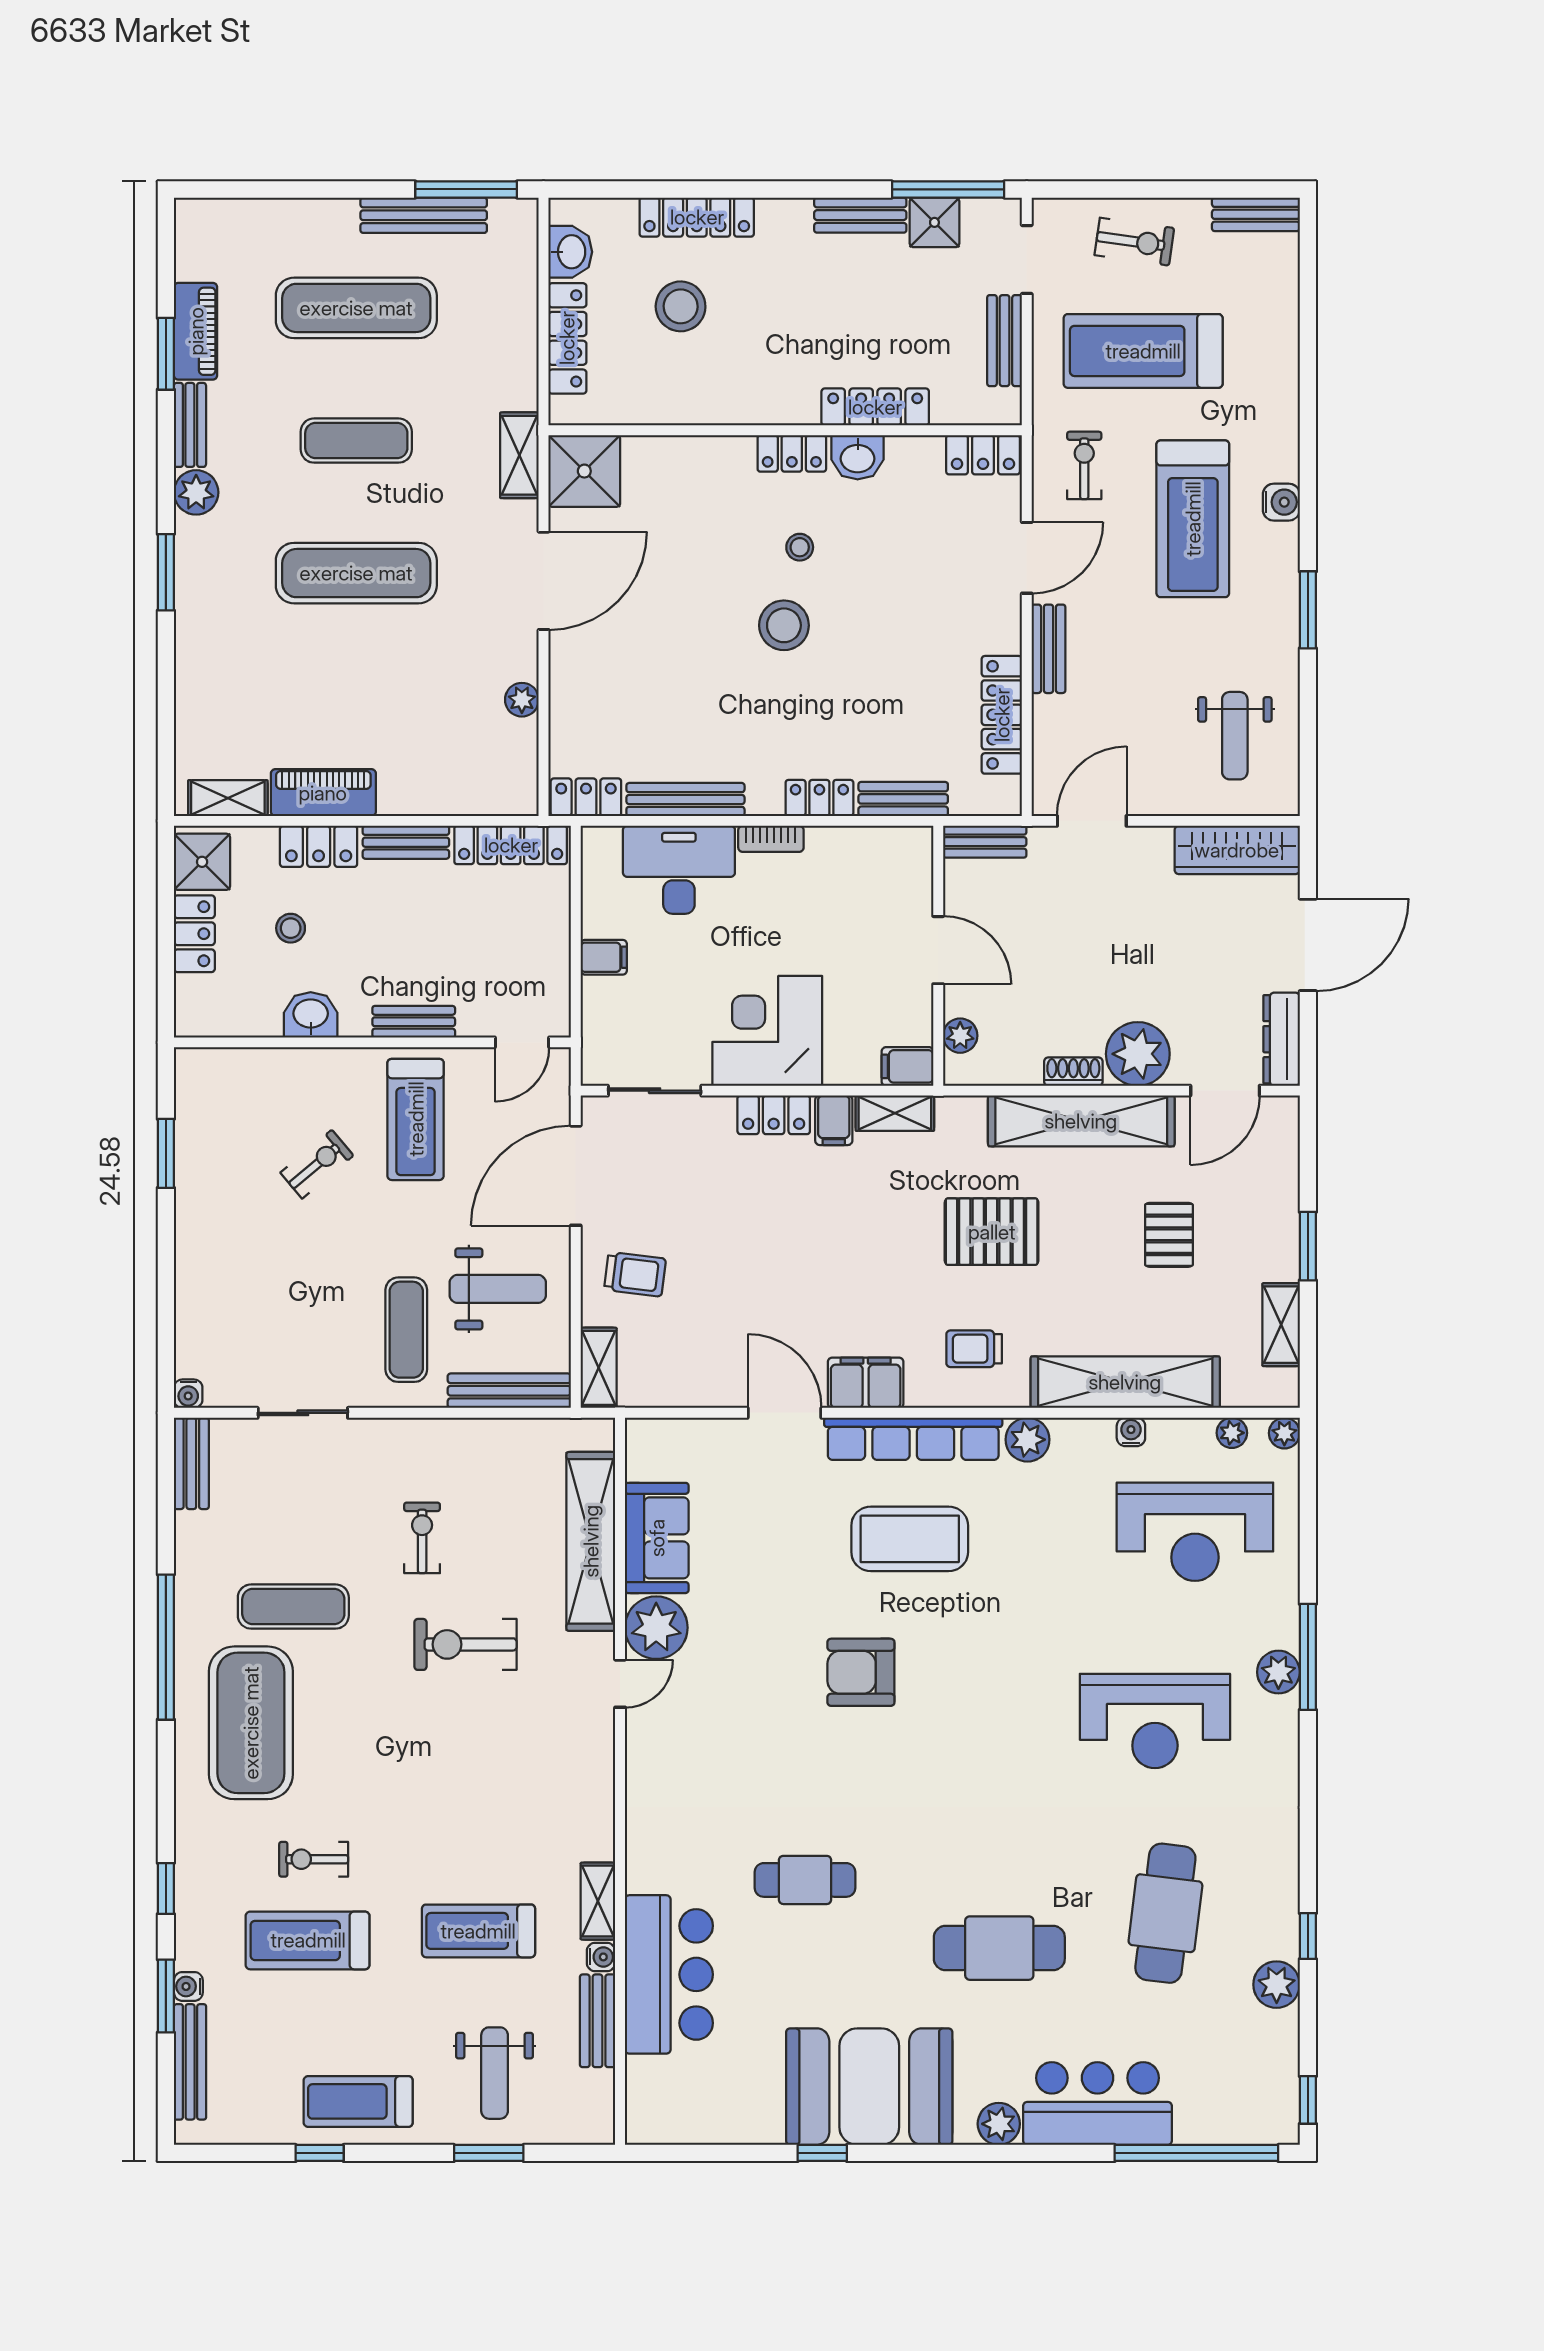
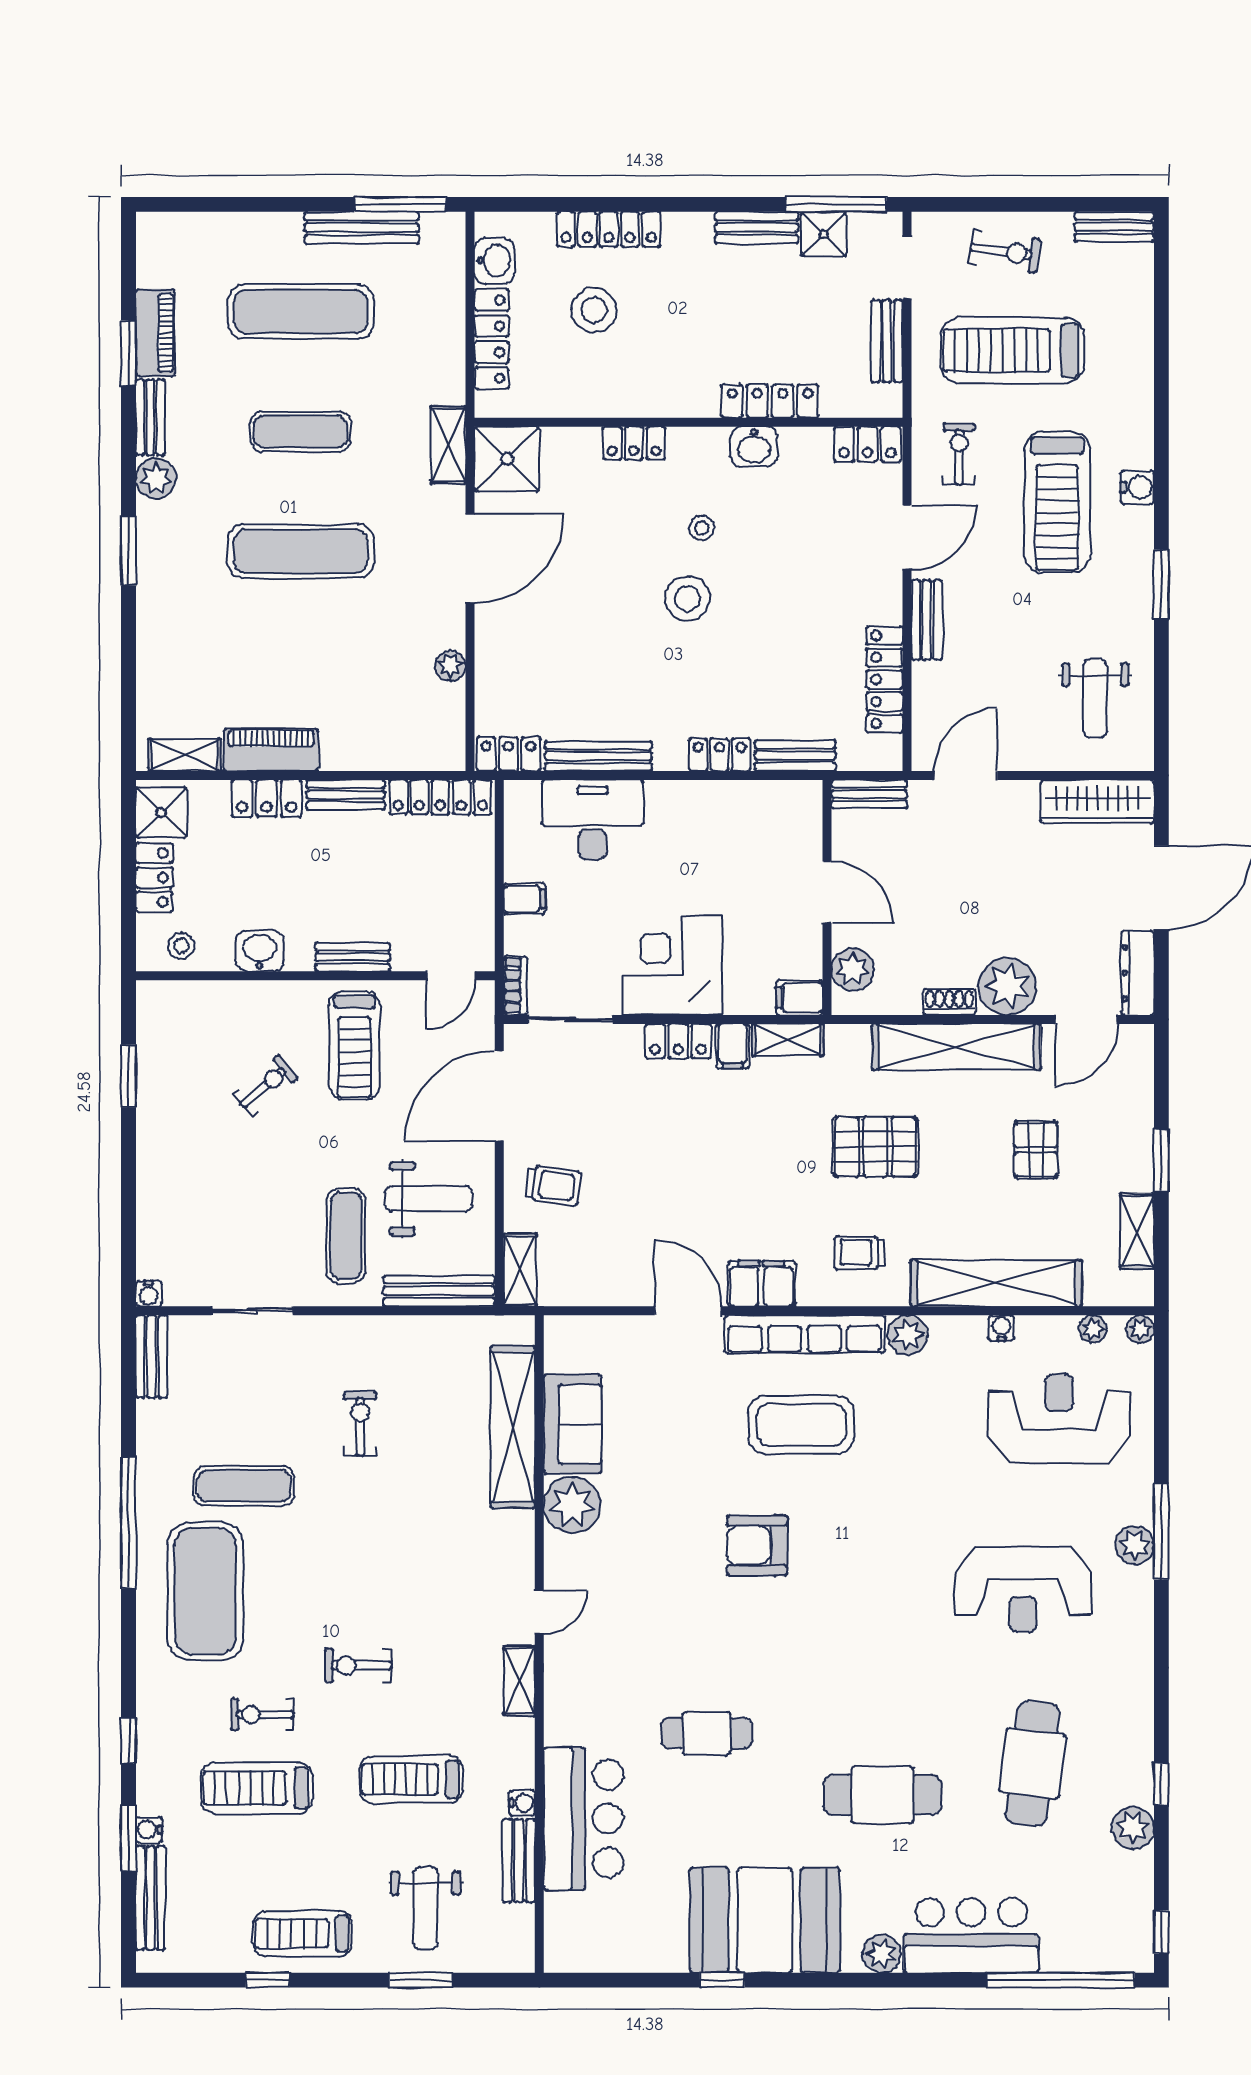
locker: (792, 453) -> (634, 443), moved
bookcase: (771, 839) -> (515, 985), moved, turned -90
stool: (291, 928) -> (181, 946), moved
plant: (960, 1036) -> (853, 970), width x1.38, depth x1.38
reception desk: (1195, 1532) -> (1059, 1418), turned 180
exercise bike: (465, 1644) -> (358, 1665), moved, width x0.73, depth x0.72
door: (620, 1684) -> (539, 1612), moved
shelving: (598, 1901) -> (519, 1681), moved

